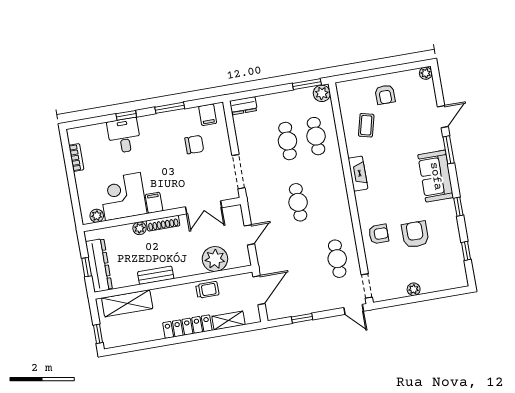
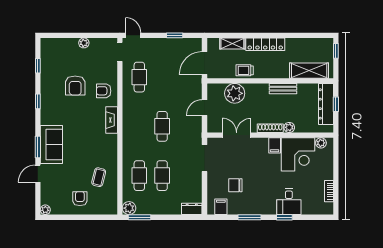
fireplace: (358, 174) -> (112, 120), moved
sofa: (436, 176) -> (51, 145), moved

